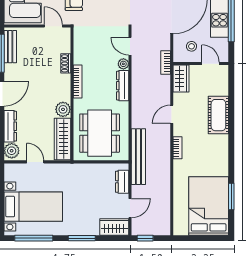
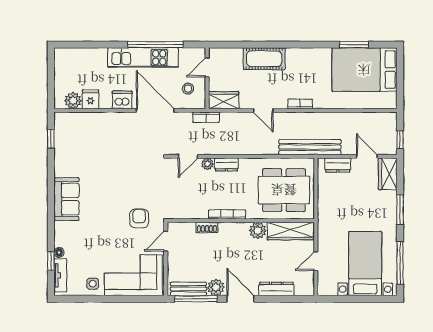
dresser: (123, 86) -> (226, 165), width x0.70
plant: (12, 151) -> (216, 287), moved

